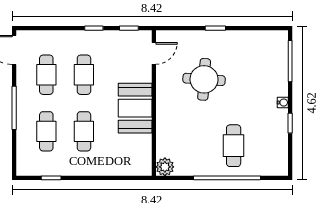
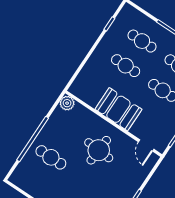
round table: (204, 79) -> (99, 150), moved

